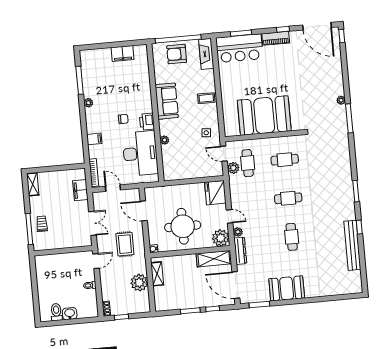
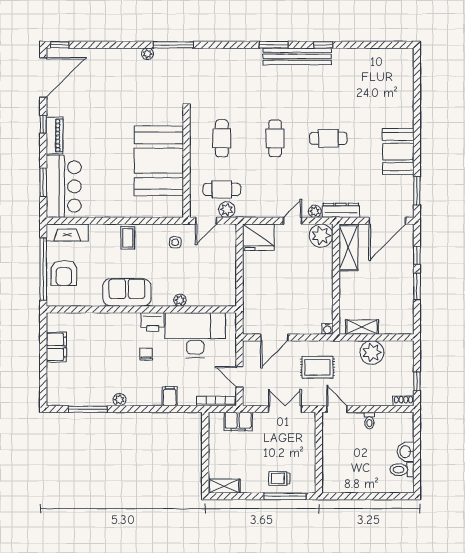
door: (113, 188) -> (239, 377), hinge flipped
round table: (183, 226) -> (300, 286), removed
bench: (352, 245) -> (297, 56), moved

